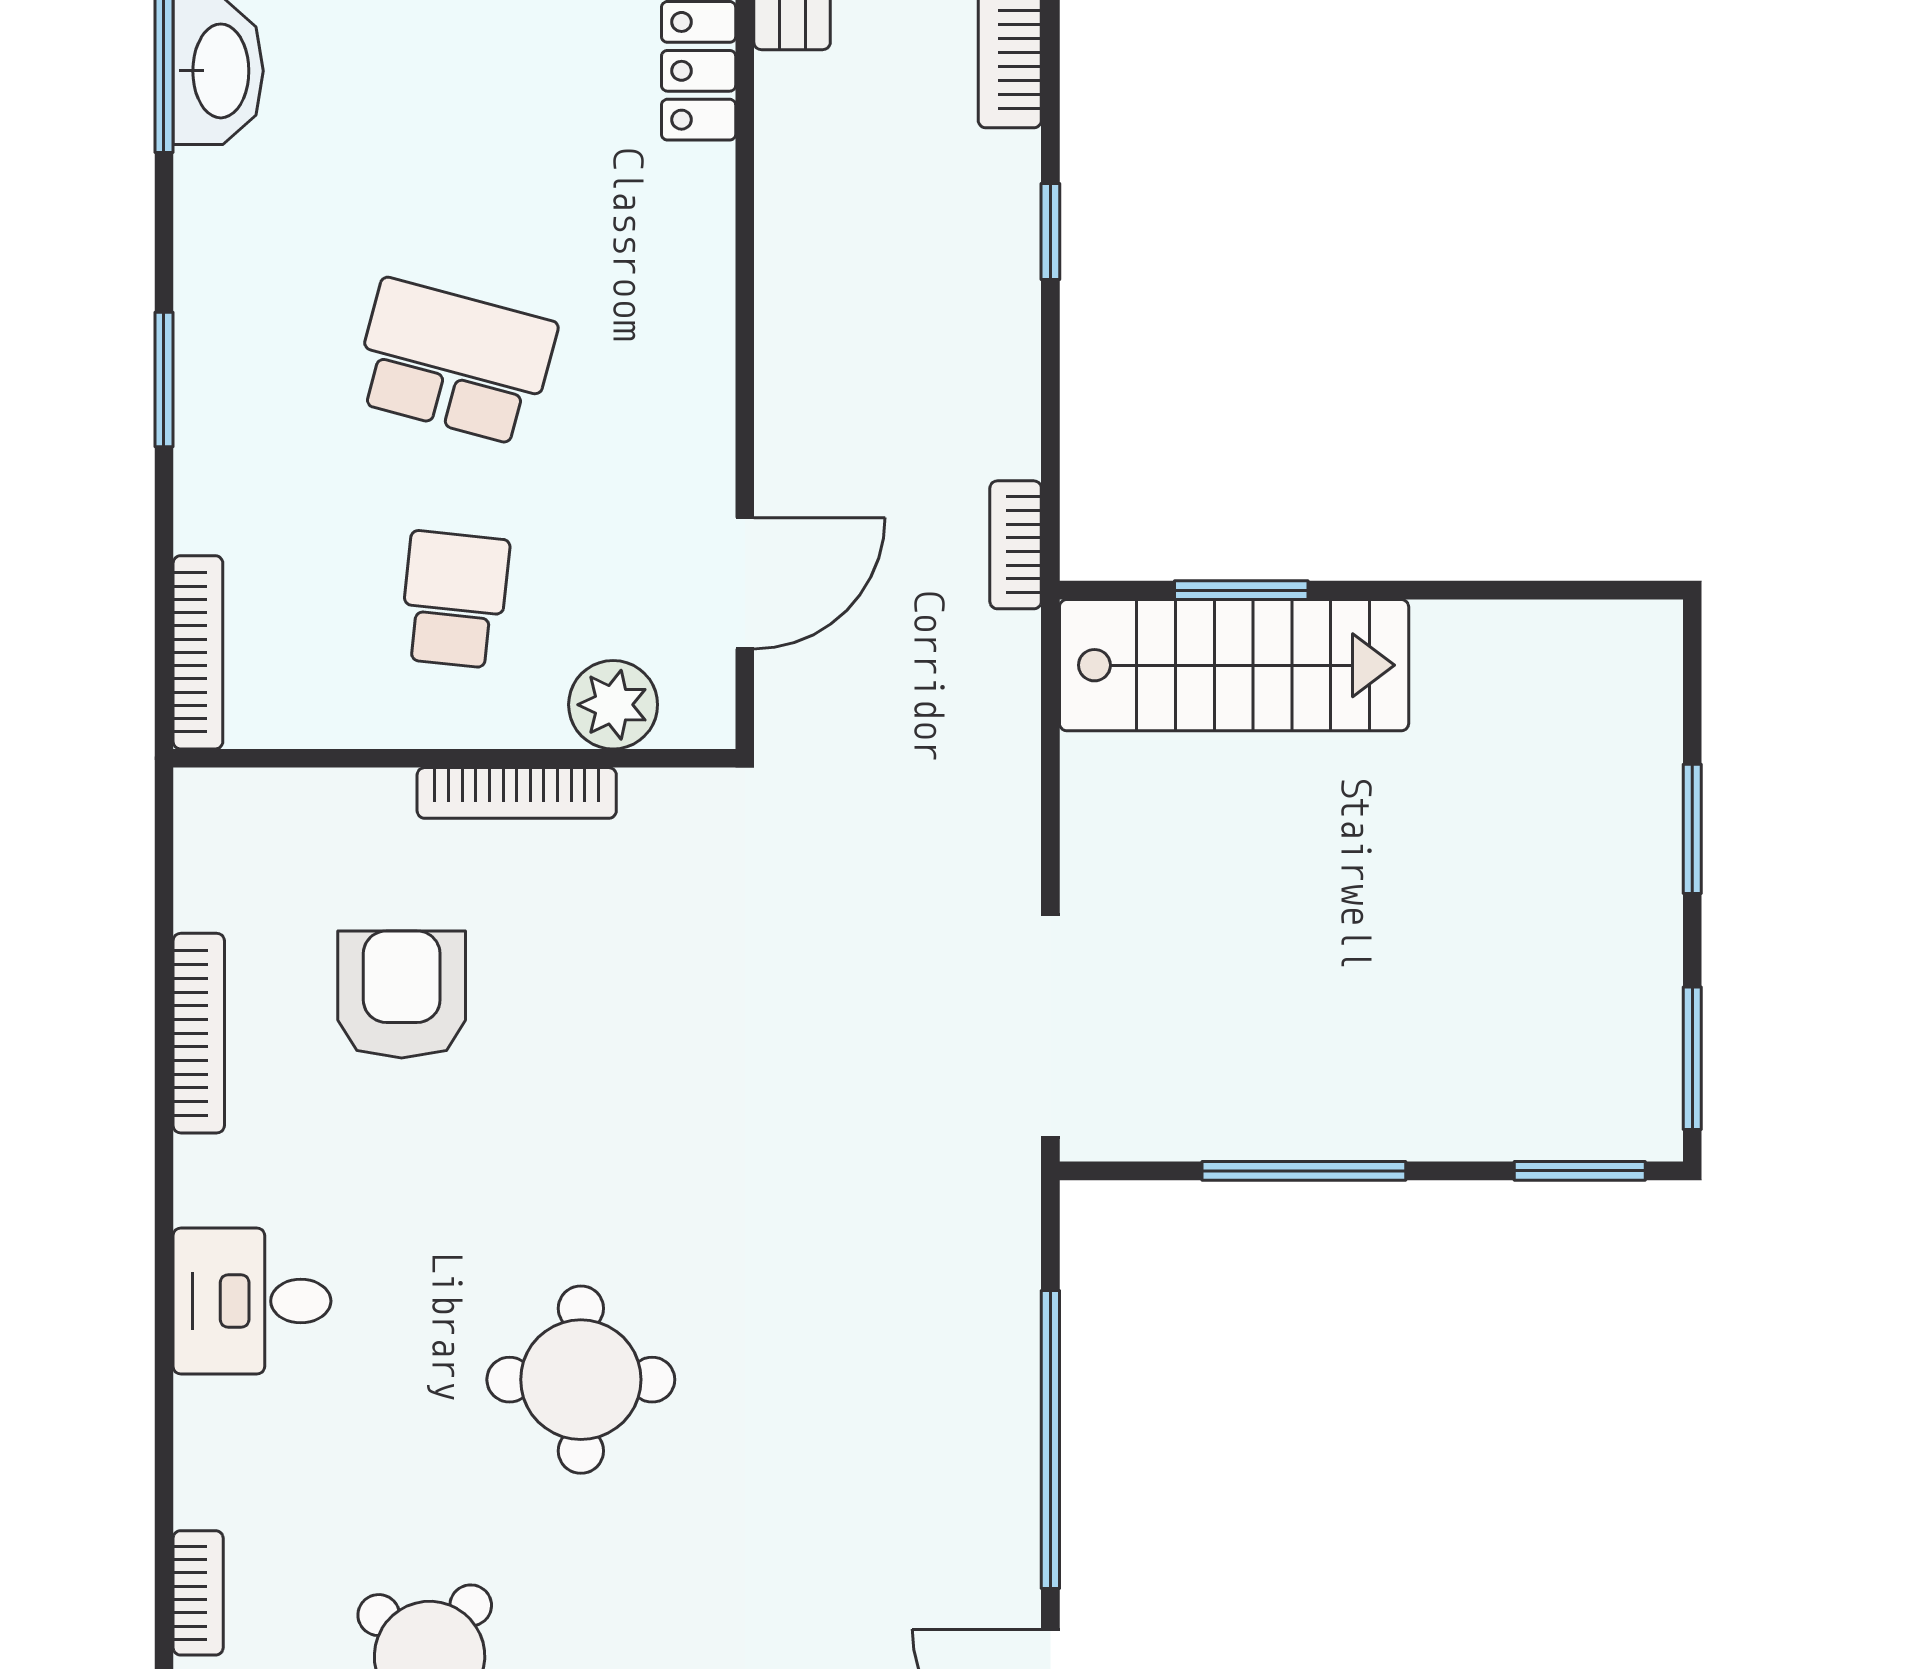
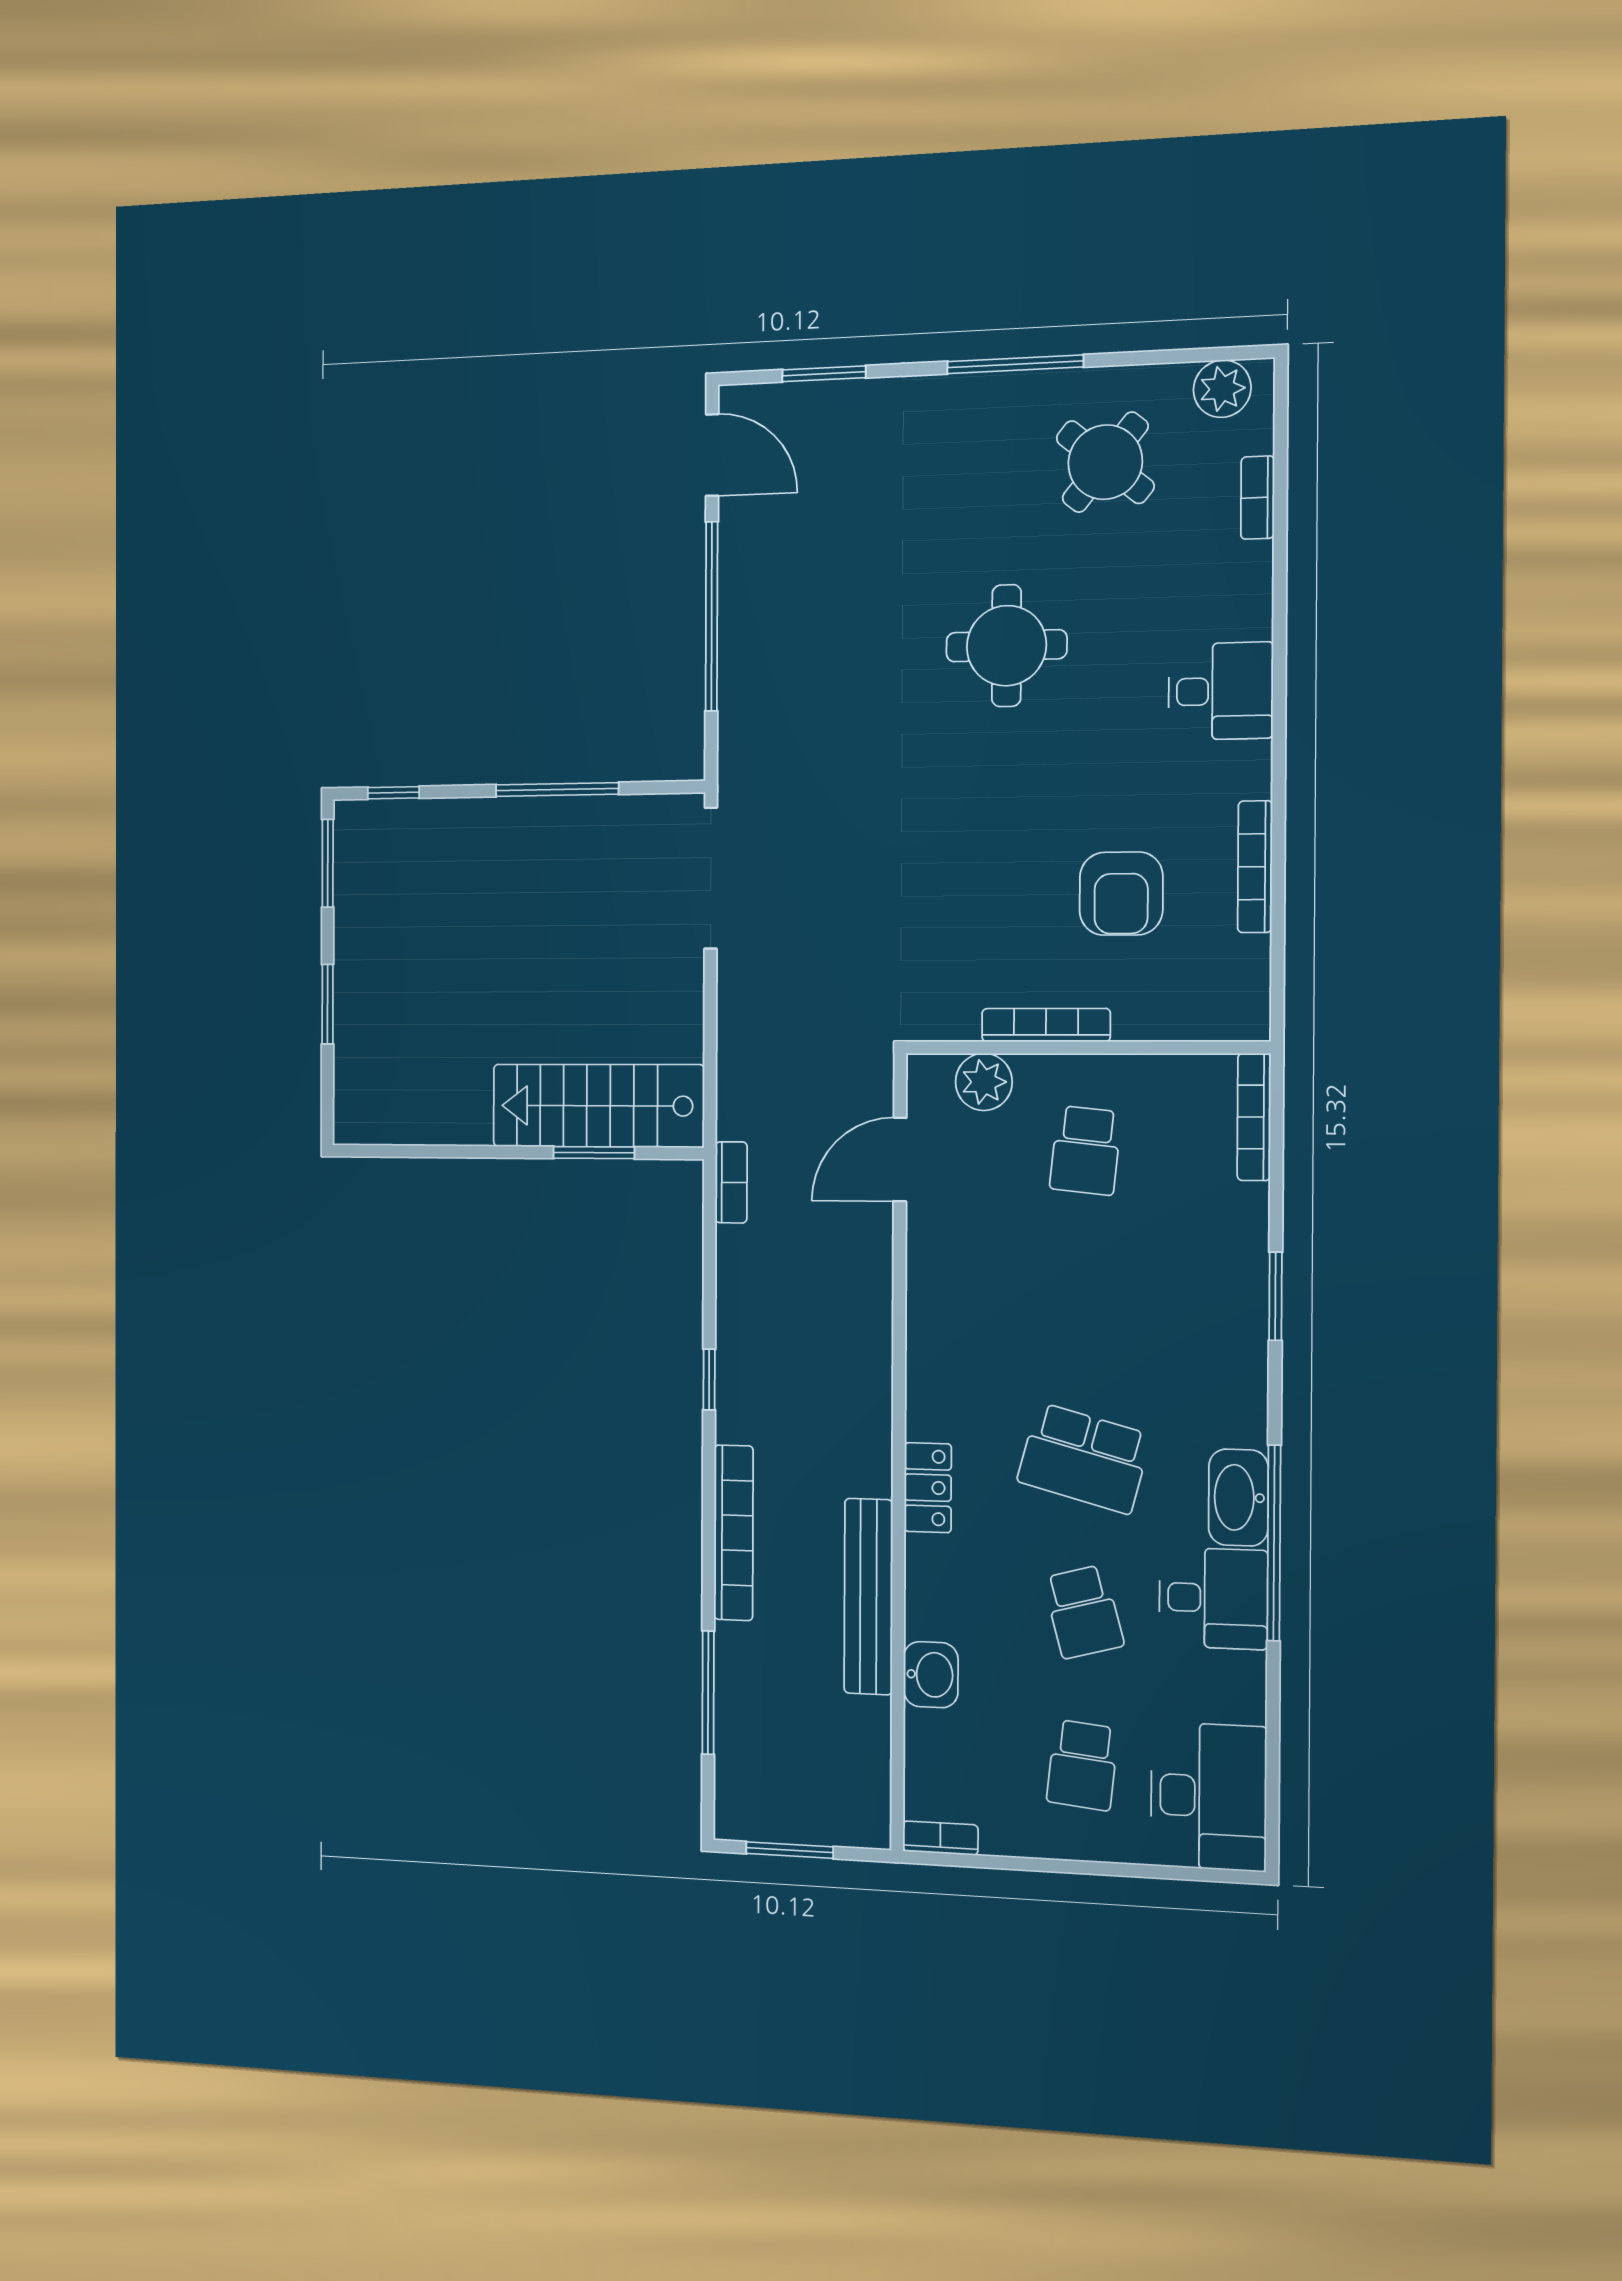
school desk: (454, 362) -> (1084, 1458), moved
window: (1580, 1171) -> (393, 793), width x0.67

